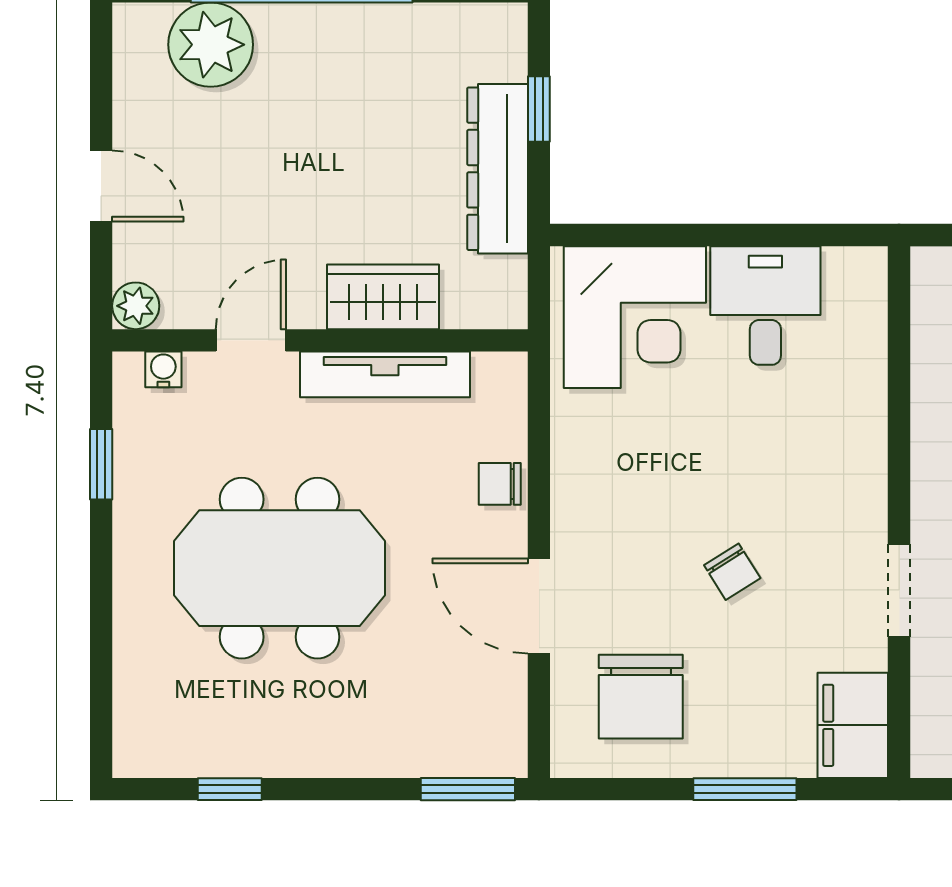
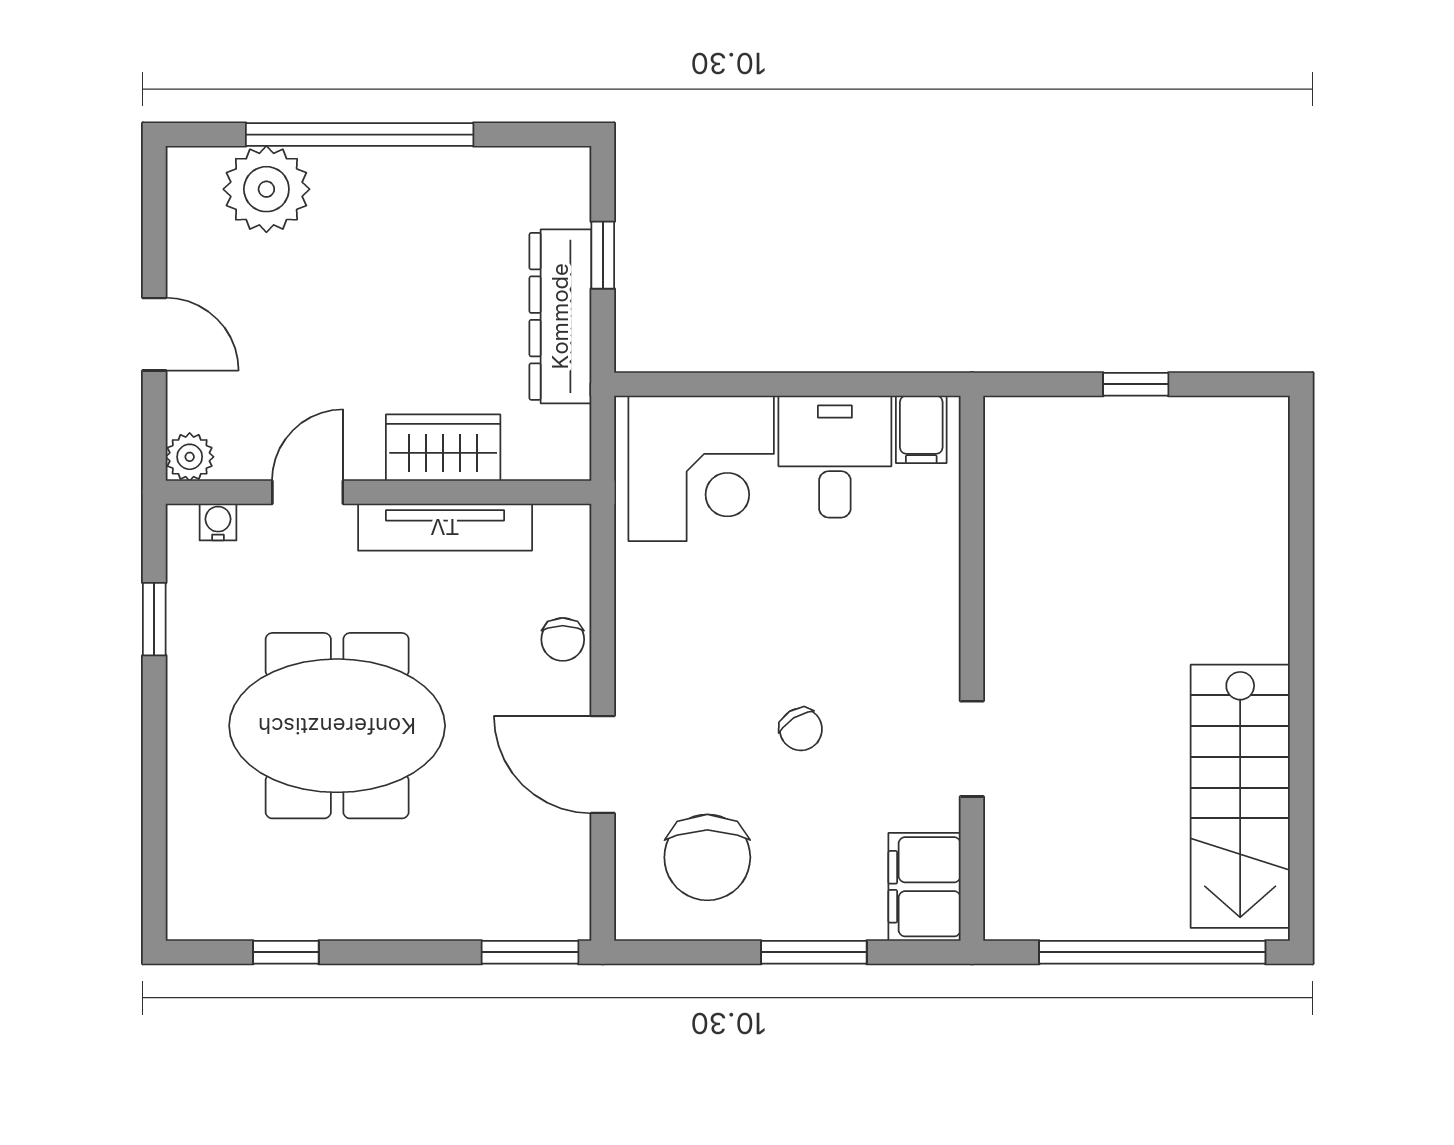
filing cabinet: (850, 279) -> (921, 429), added
chair: (500, 484) -> (563, 639), turned -90

